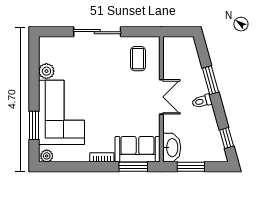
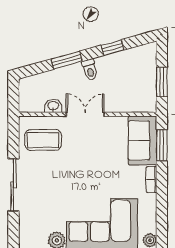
coffee table: (138, 59) -> (43, 140), width x1.36, depth x1.30
window: (227, 138) -> (113, 48), moved
washbasin: (172, 148) -> (53, 106), moved, width x0.52, depth x0.69

